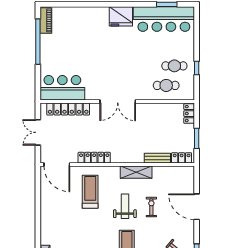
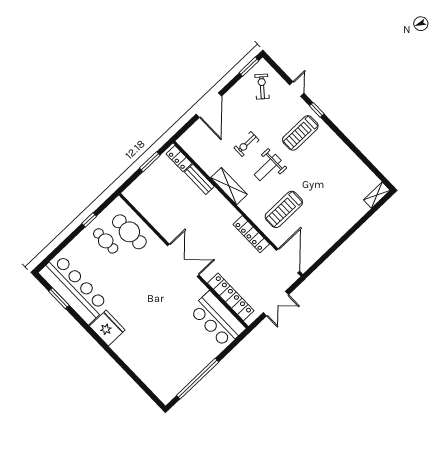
piano: (46, 20) -> (173, 389), removed
cafe table: (166, 85) -> (129, 232), width x1.37, depth x1.35
locker: (189, 114) -> (135, 189), removed

